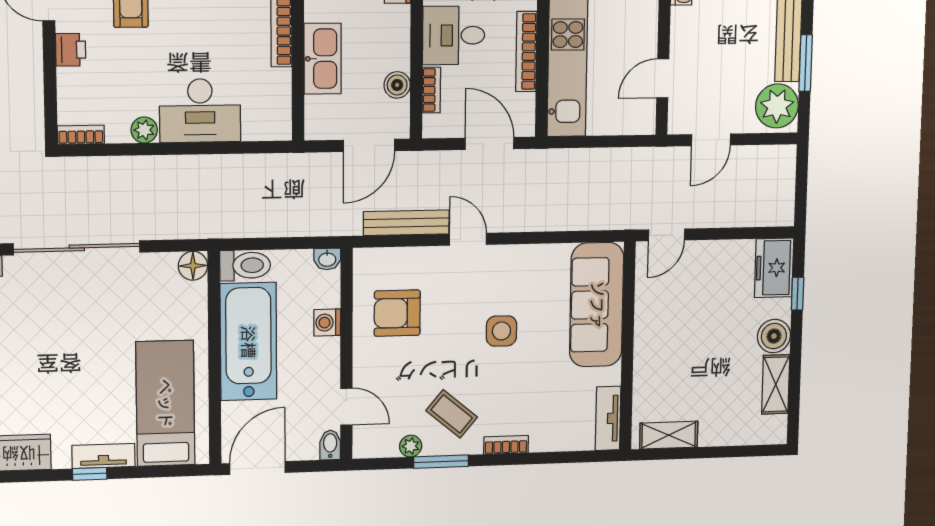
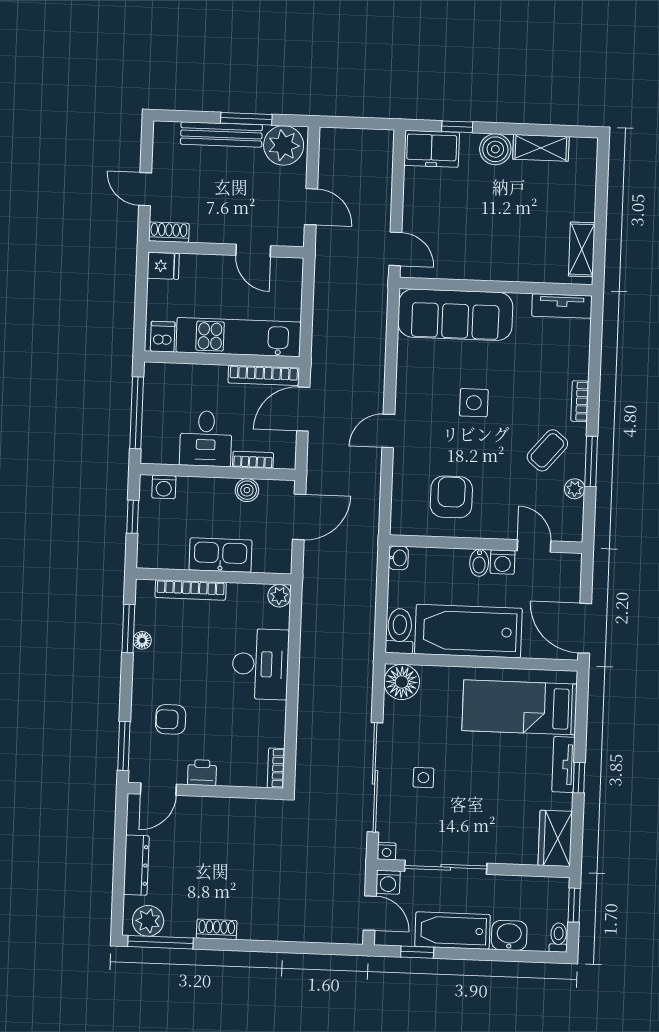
bookcase: (526, 52) -> (264, 375), moved
plant: (144, 130) -> (279, 596), moved
door: (369, 145) -> (299, 517), hinge flipped
bench: (406, 223) -> (370, 486), removed
floor lamp: (193, 266) -> (402, 682), width x1.38, depth x1.38
side table: (80, 302) -> (423, 778), added
armchair: (397, 313) -> (451, 497), turned 180
washing machine: (327, 323) -> (503, 562), moved
door: (346, 407) -> (534, 546), hinge flipped
bidet: (330, 445) -> (479, 563), moved, turned -90

